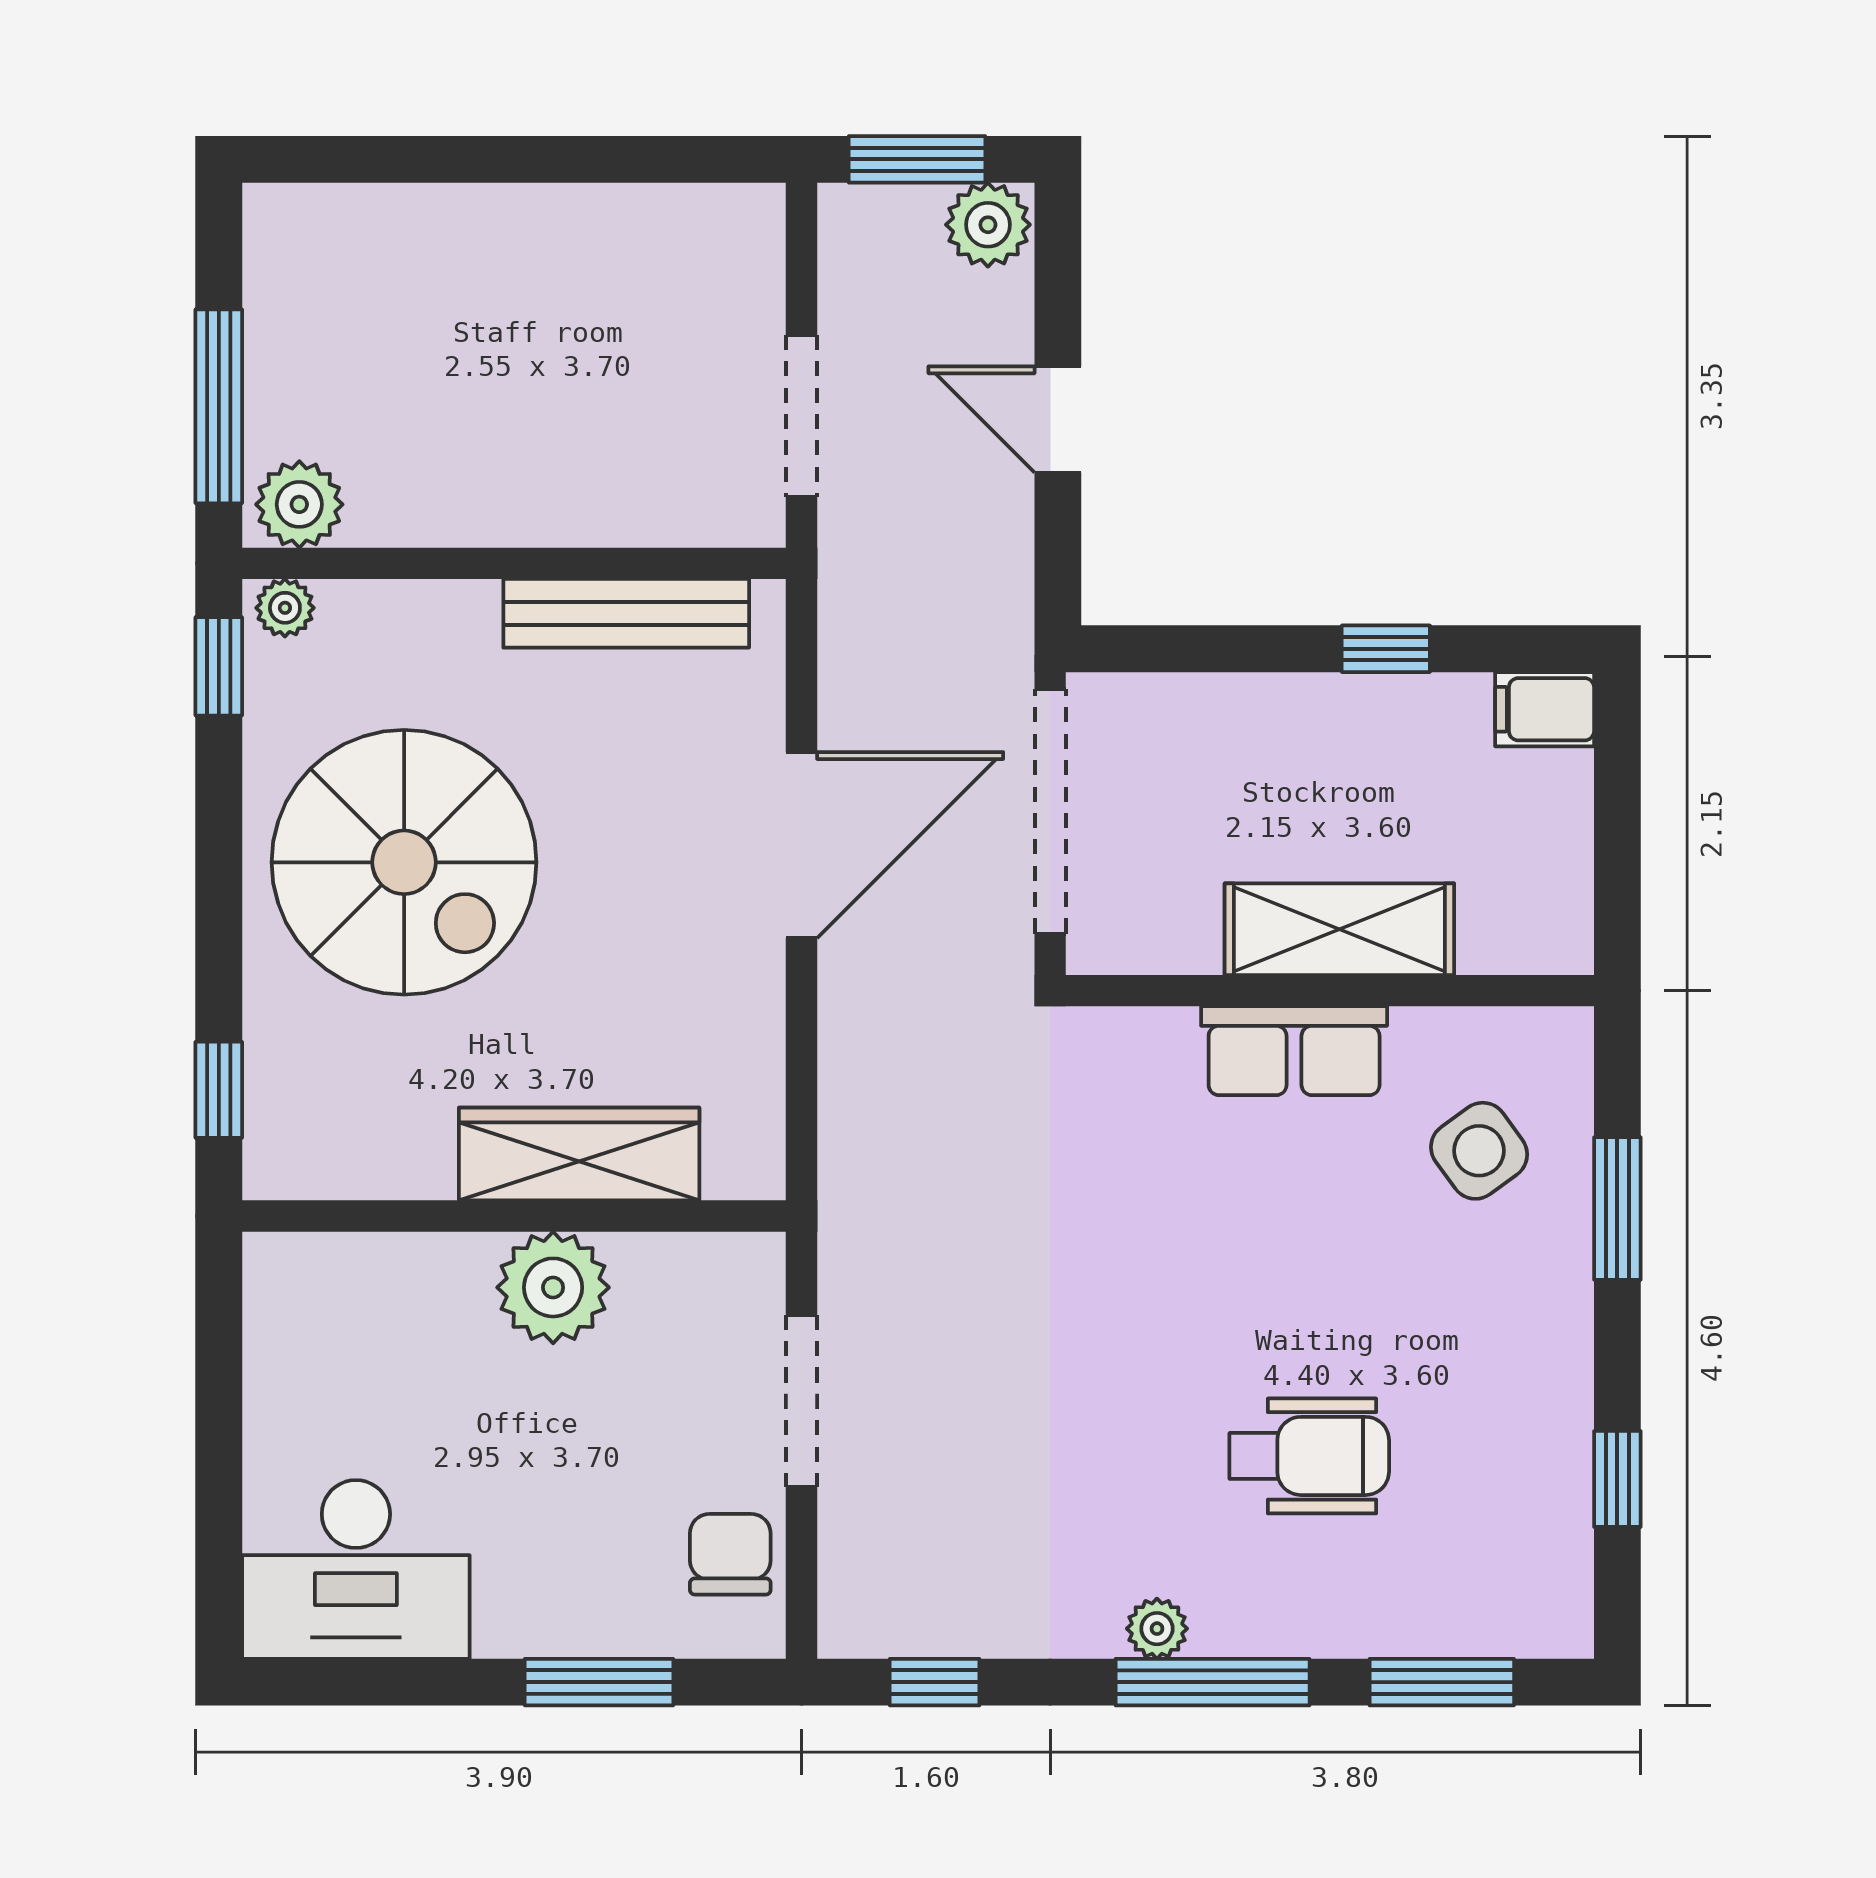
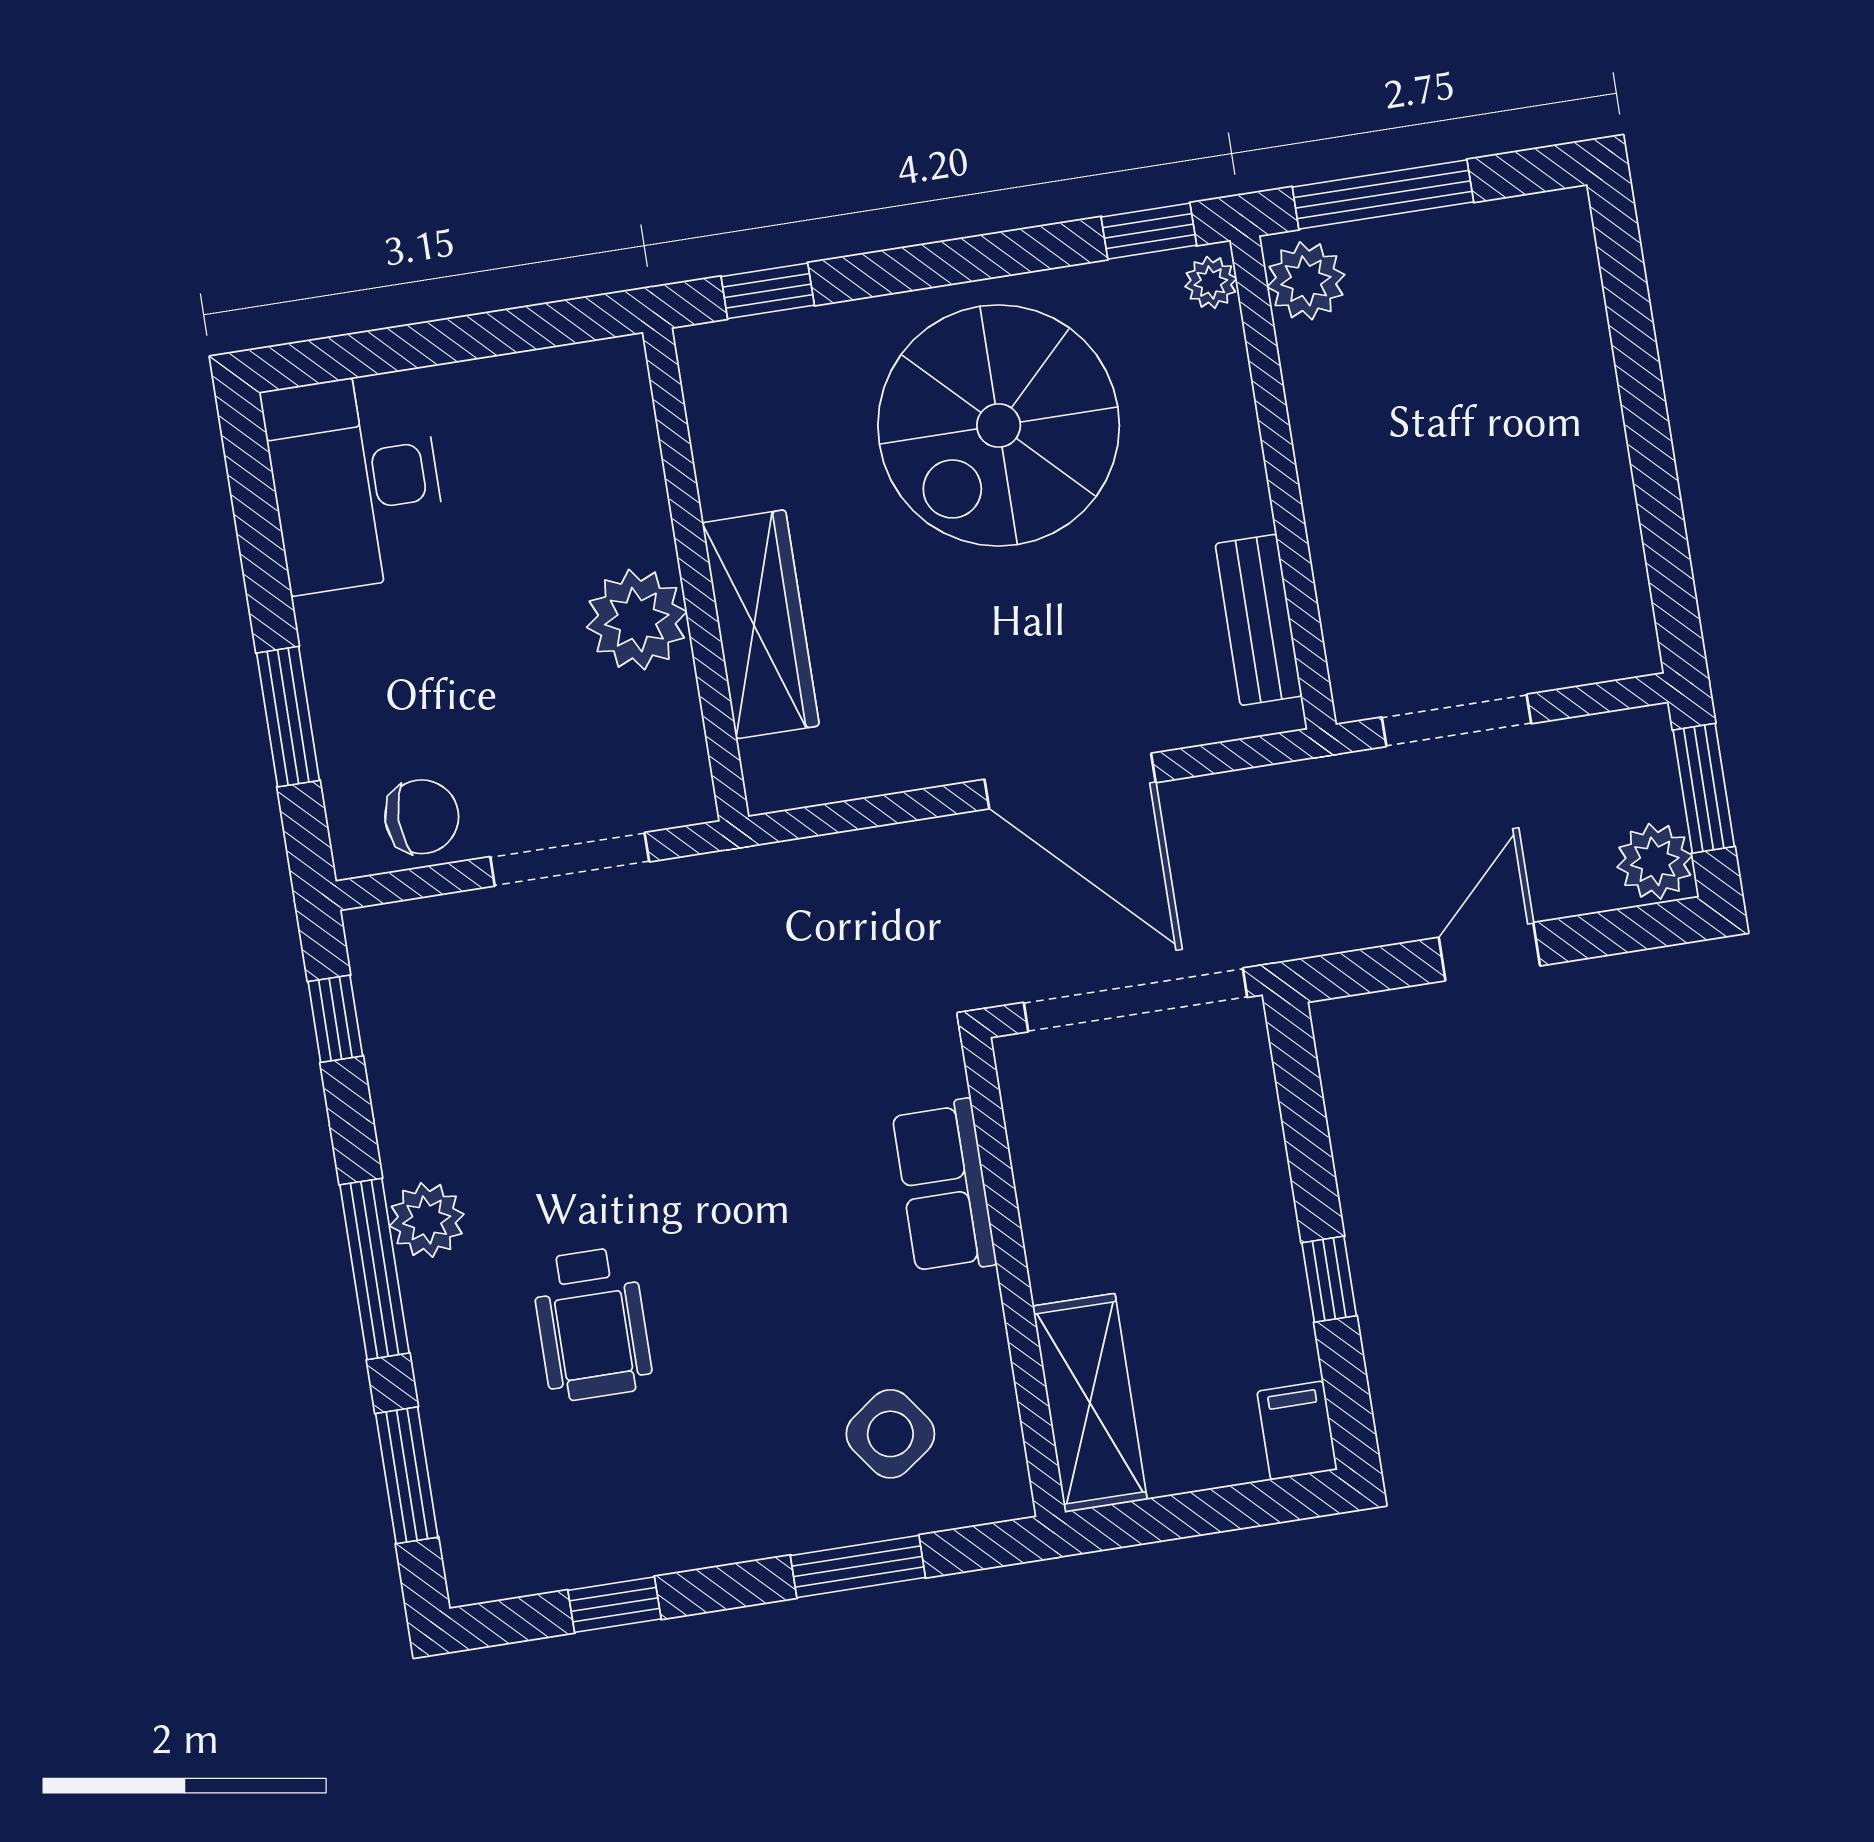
bench: (626, 613) -> (1259, 620), width x0.73
shelving: (1339, 929) -> (1090, 1403), moved
row of seats: (1294, 1051) -> (944, 1187), moved
plant: (1157, 1629) -> (427, 1220), width x1.38, depth x1.38

